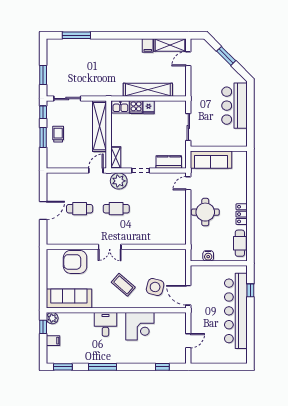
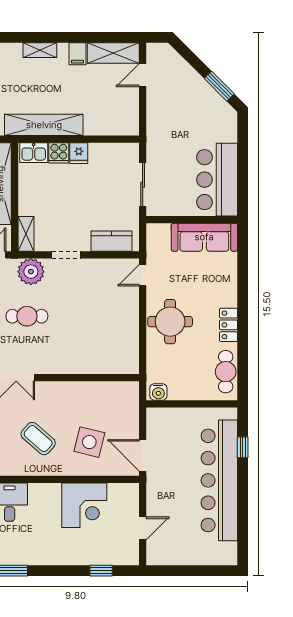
shelving: (124, 43) -> (40, 50), added
window: (226, 56) -> (219, 86), moved
shelving: (148, 90) -> (44, 125), moved
bar counter: (235, 106) -> (217, 180), moved
sofa: (211, 160) -> (204, 237), moved
water cooler: (208, 256) -> (158, 392), moved
corner desk: (140, 326) -> (84, 505), moved

